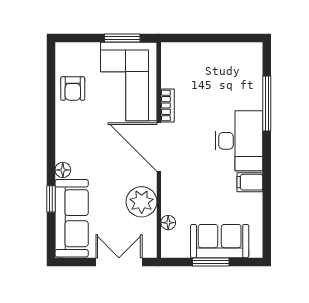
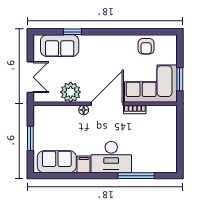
armchair: (73, 89) -> (146, 46), turned -90
floor lamp: (63, 170) -> (92, 40), removed
sofa: (72, 218) -> (60, 46), width x0.73
floor lamp: (168, 223) -> (84, 110), moved
sofa: (220, 241) -> (57, 162), moved, turned -90

